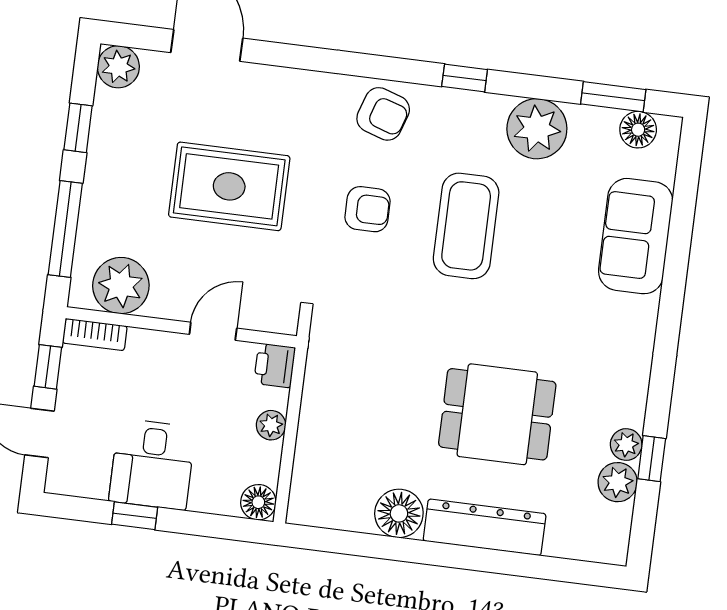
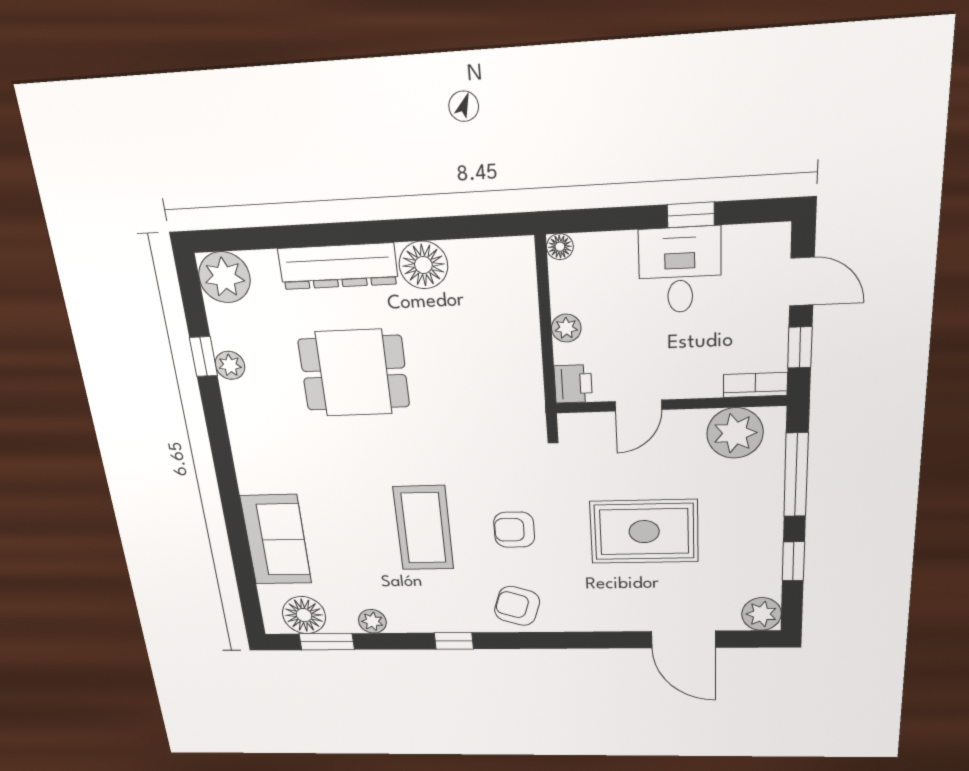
plant: (537, 129) -> (372, 621), width x0.53, depth x0.53
floor lamp: (638, 130) -> (304, 615), width x1.38, depth x1.38
plant: (618, 482) -> (224, 277), moved, width x1.36, depth x1.36
floor lamp: (258, 502) -> (560, 247), width x0.73, depth x0.73

